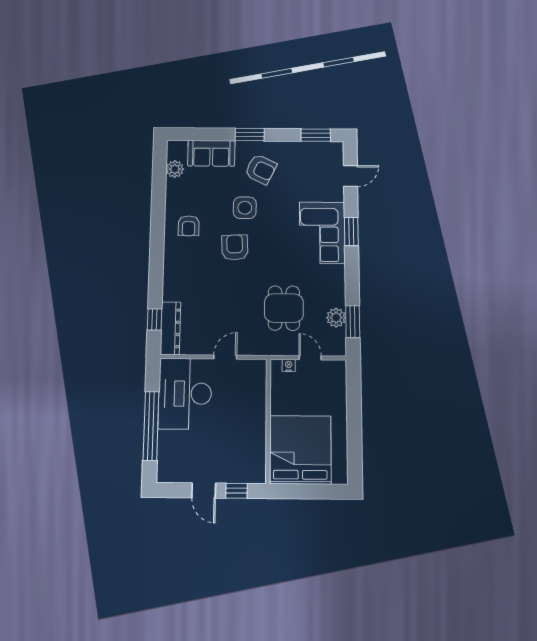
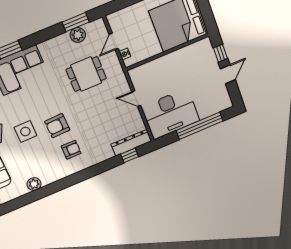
plant: (175, 169) -> (34, 184), moved
armchair: (189, 226) -> (71, 150), moved

